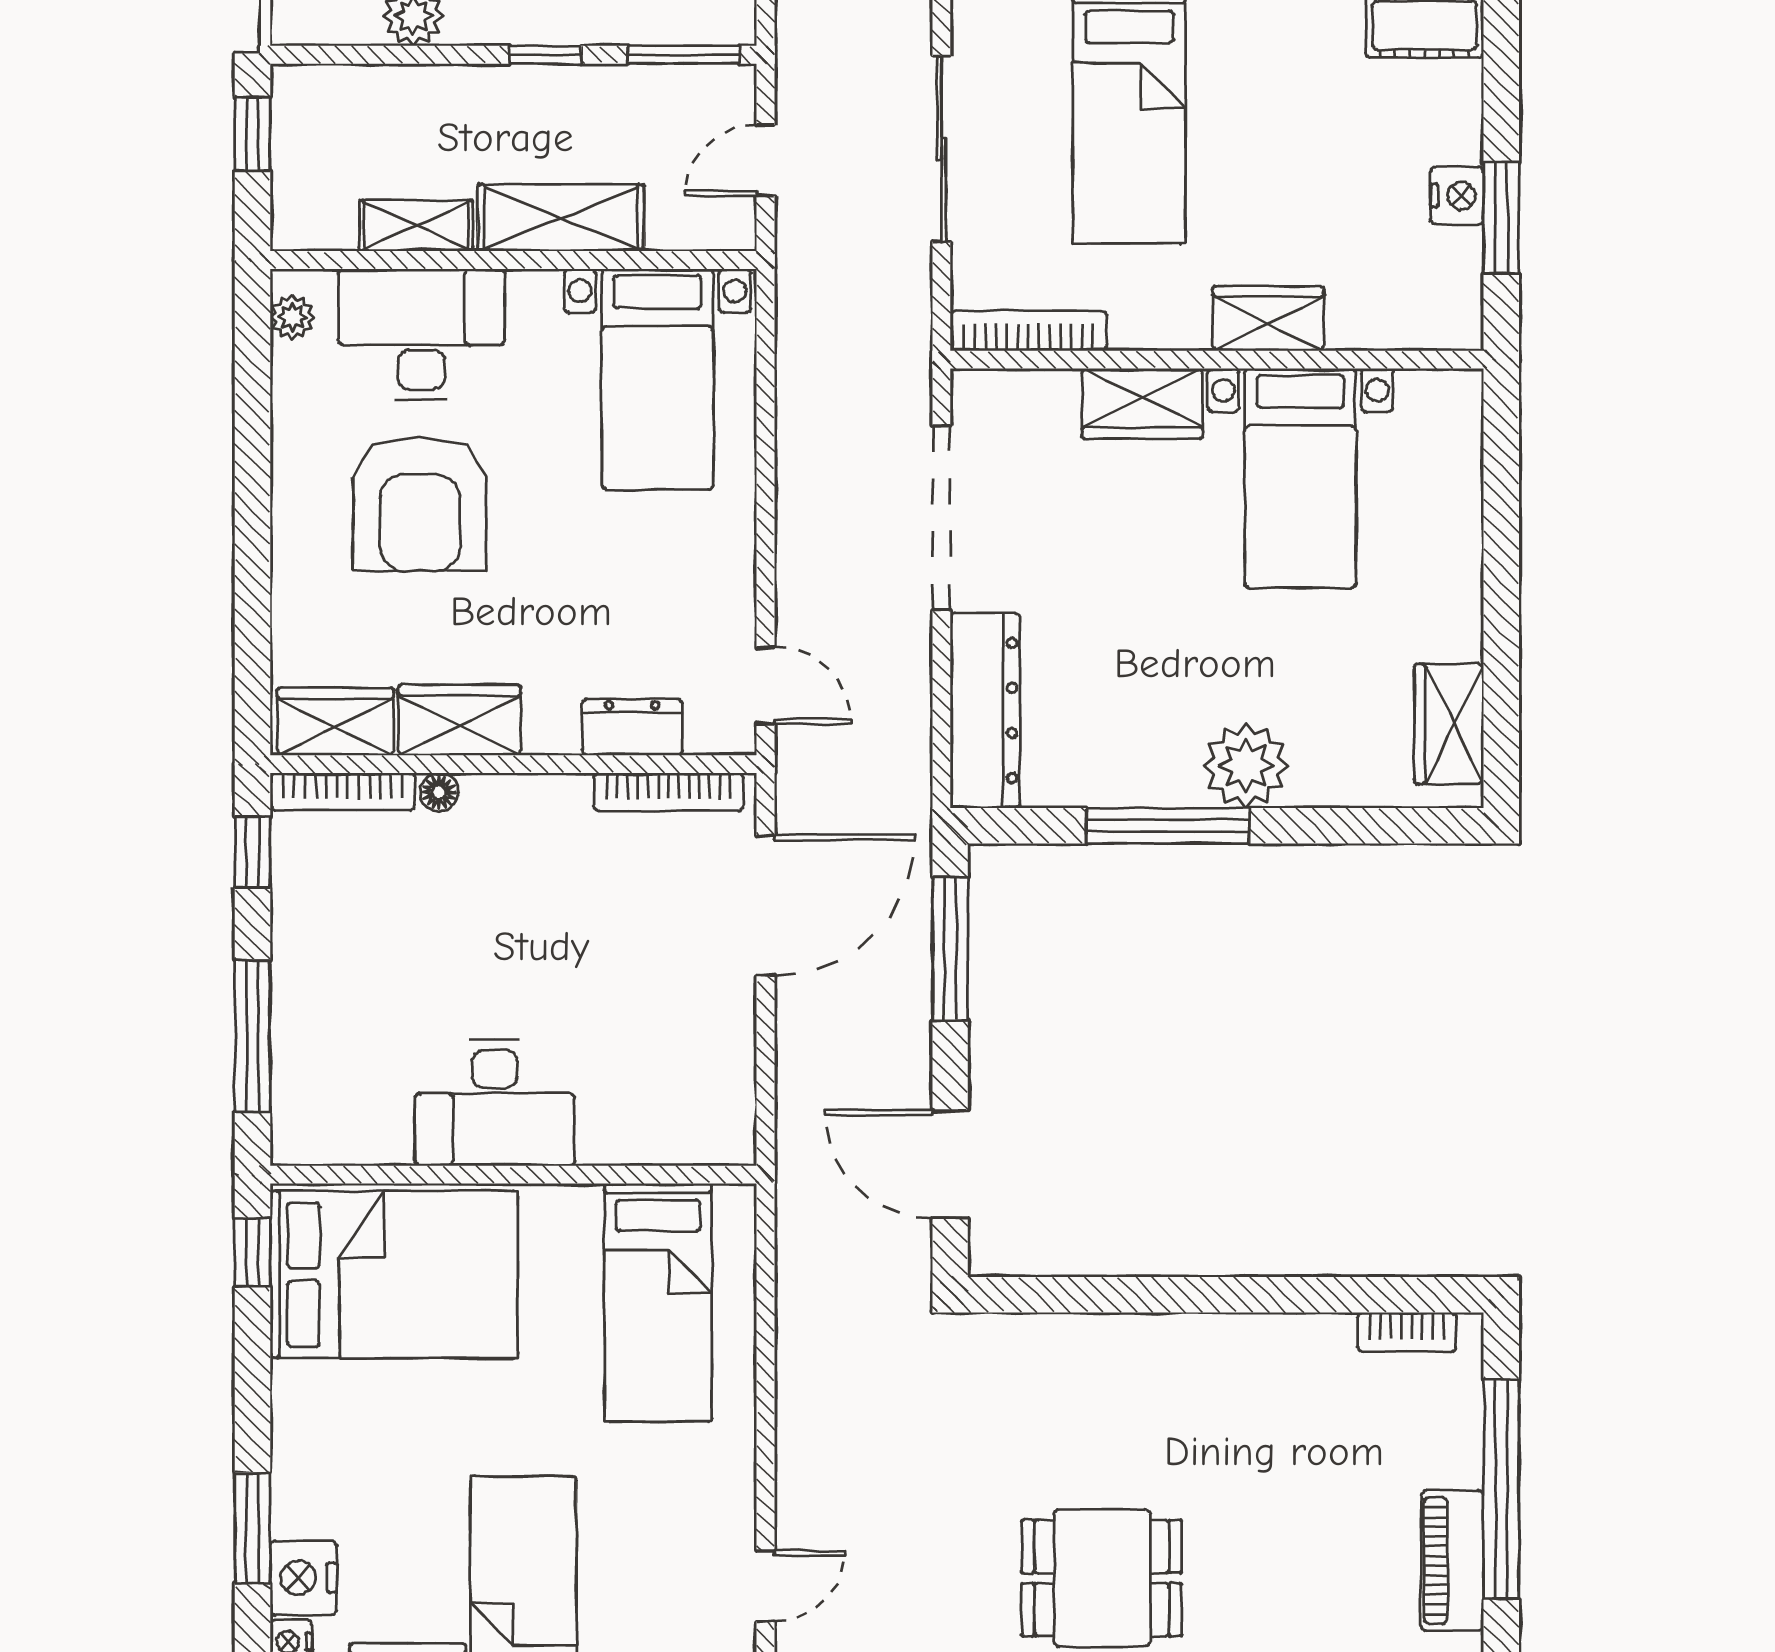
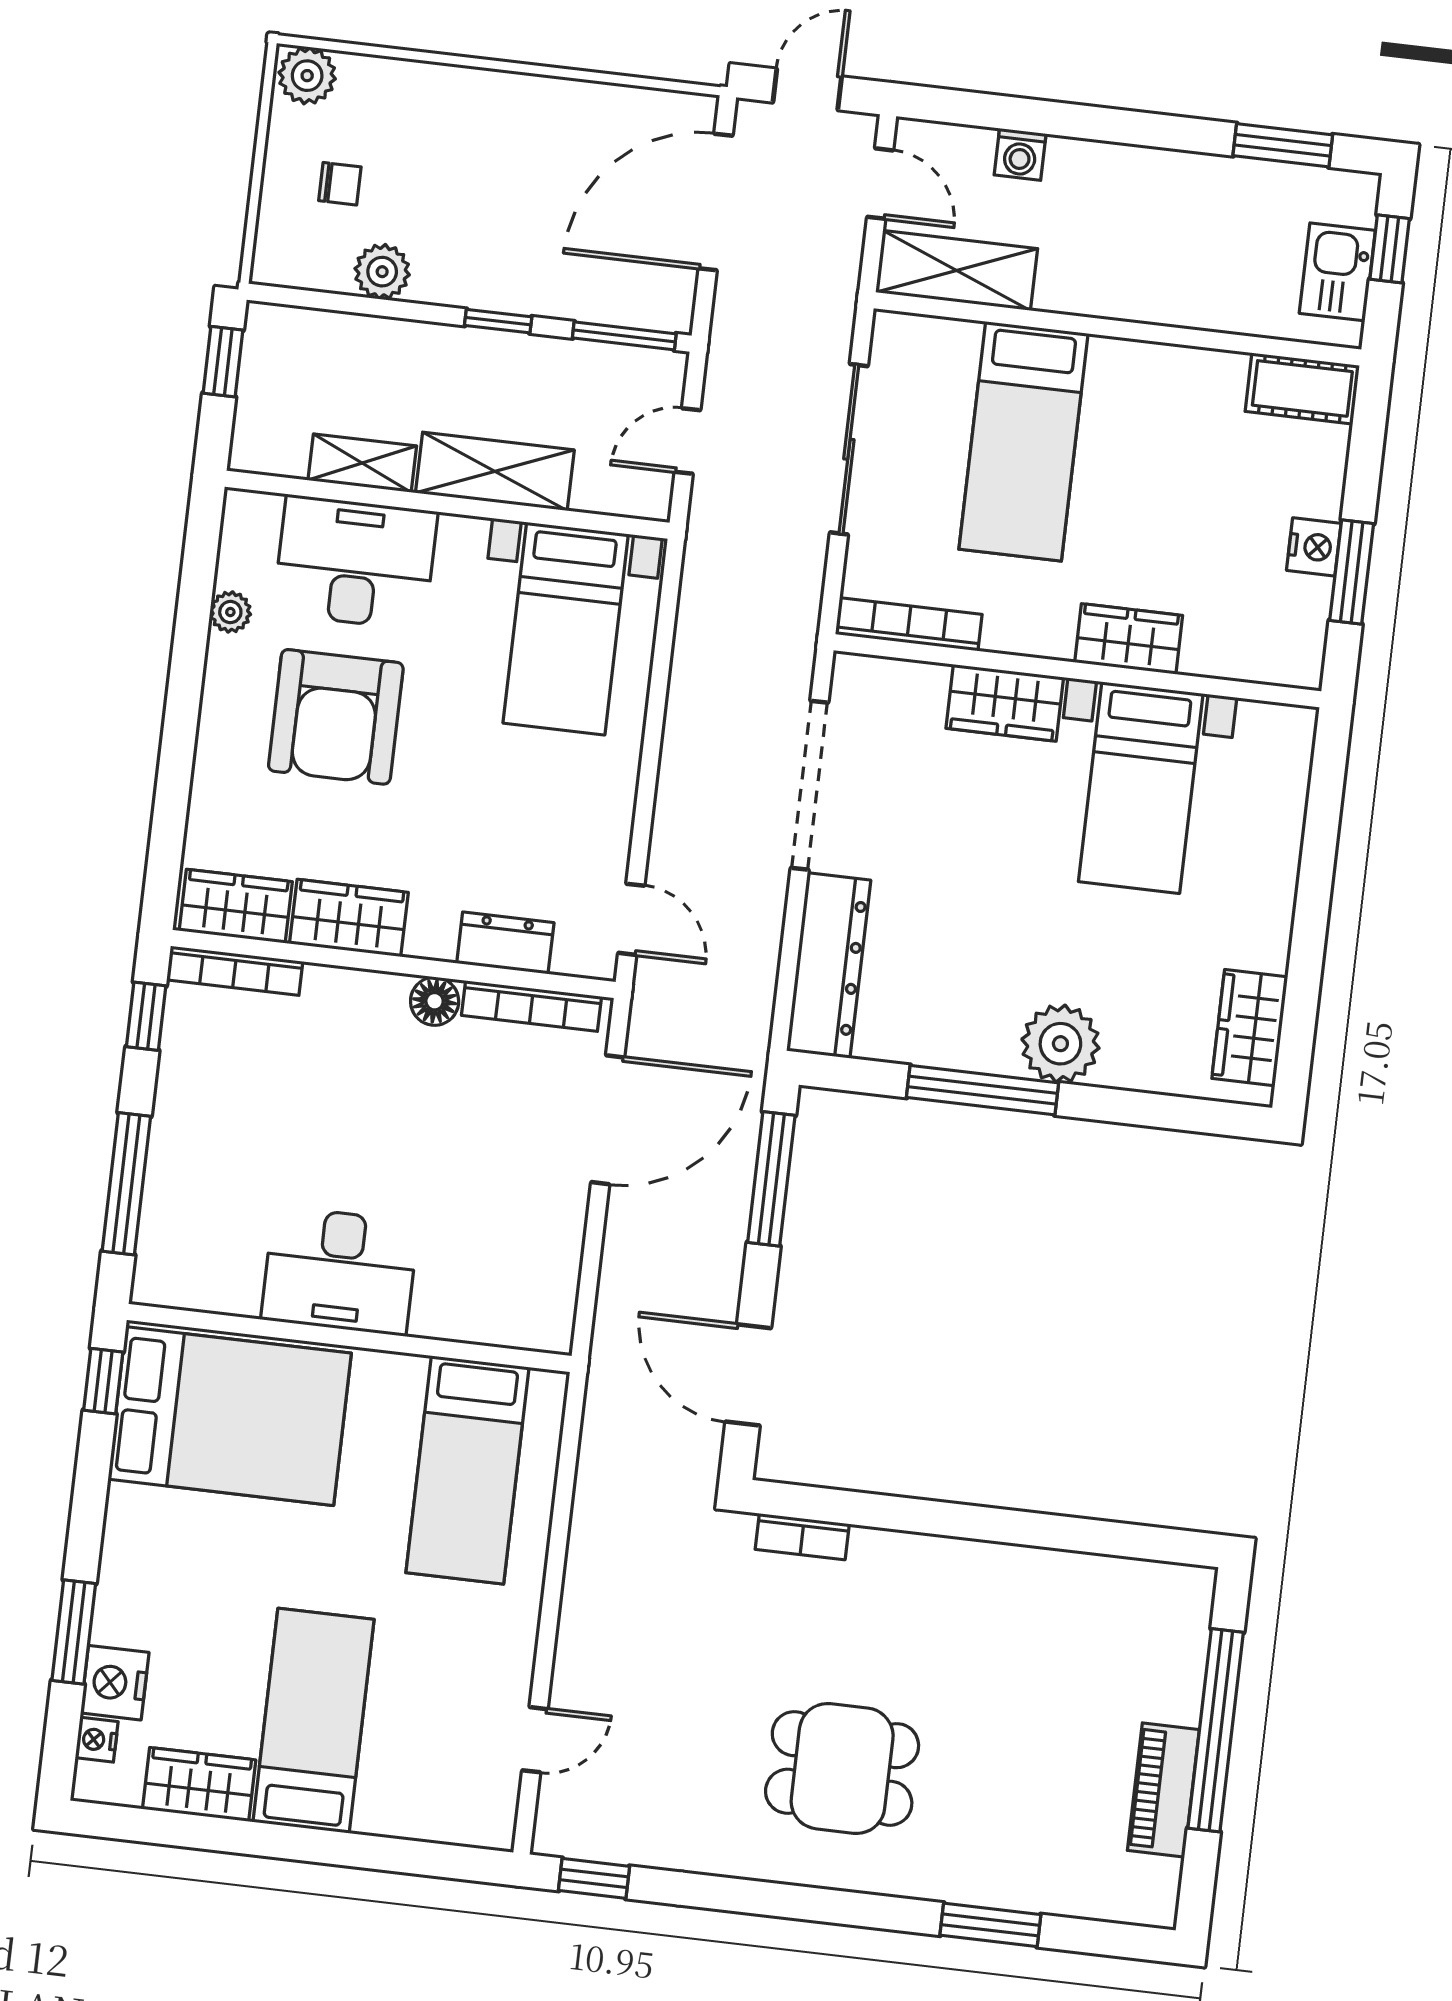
plant: (292, 317) -> (230, 612), moved
floor lamp: (439, 792) -> (435, 1001), moved, width x1.37, depth x1.37
bookcase: (1407, 1332) -> (802, 1537), moved

